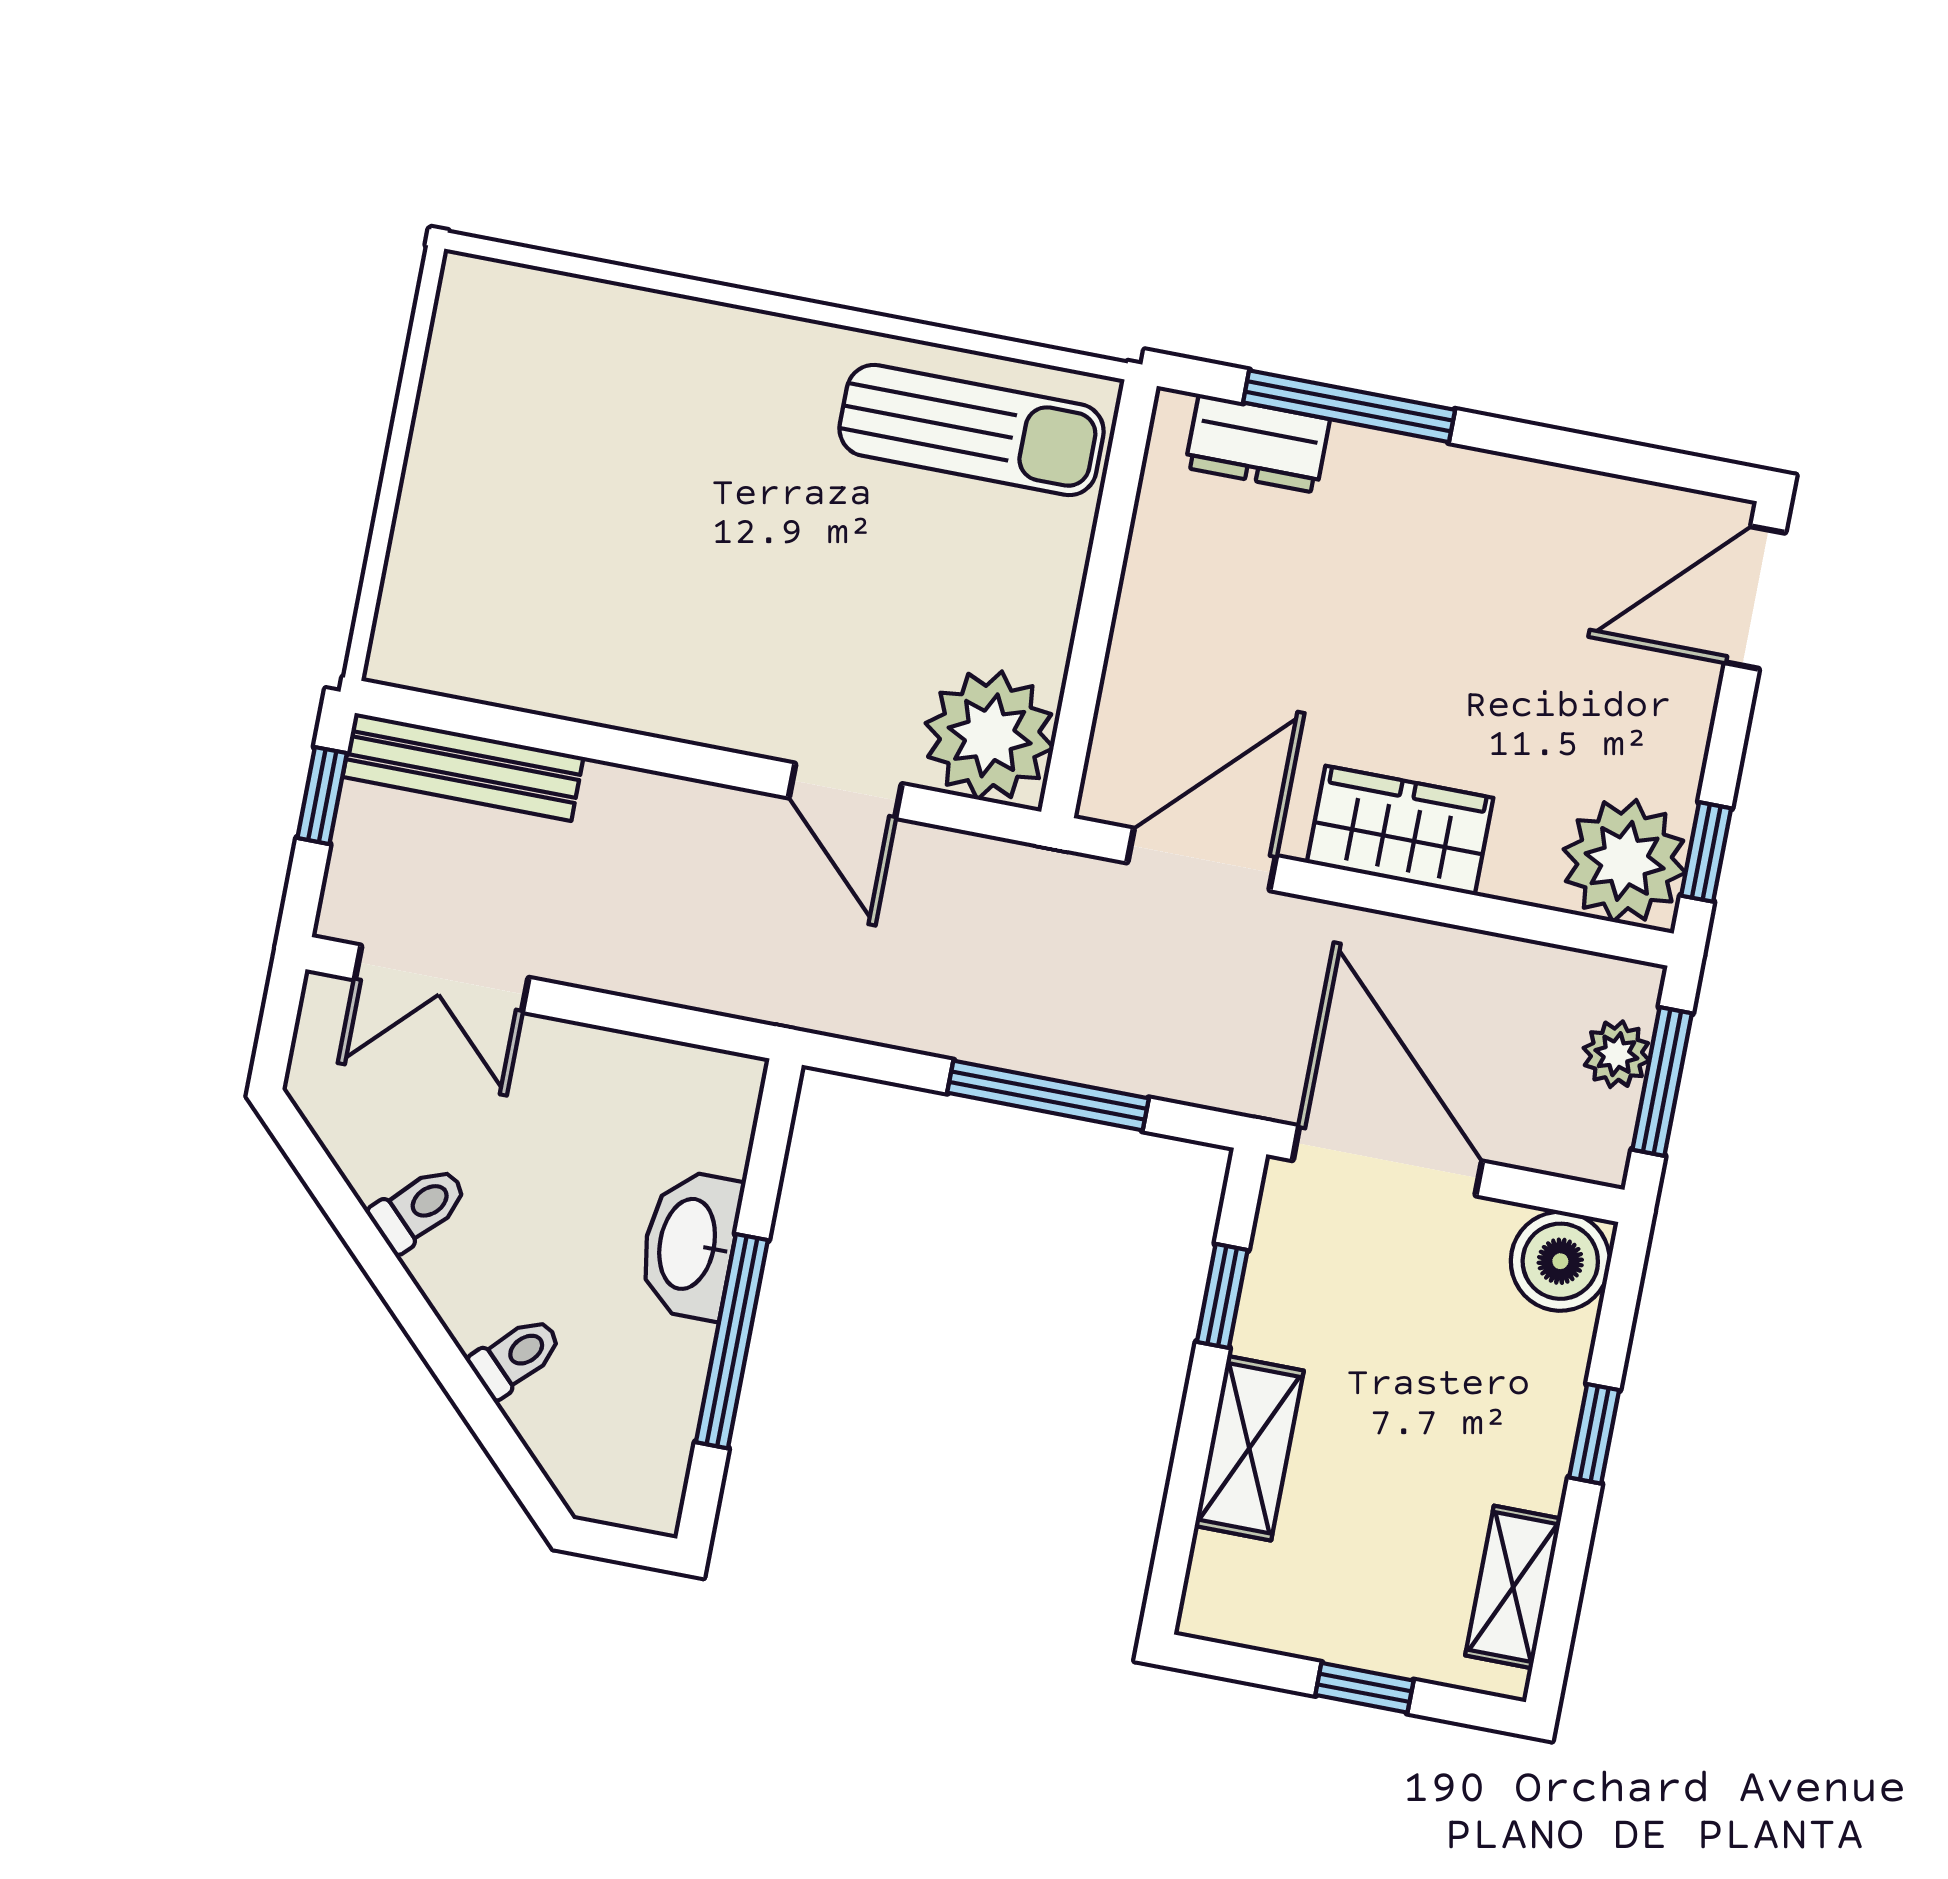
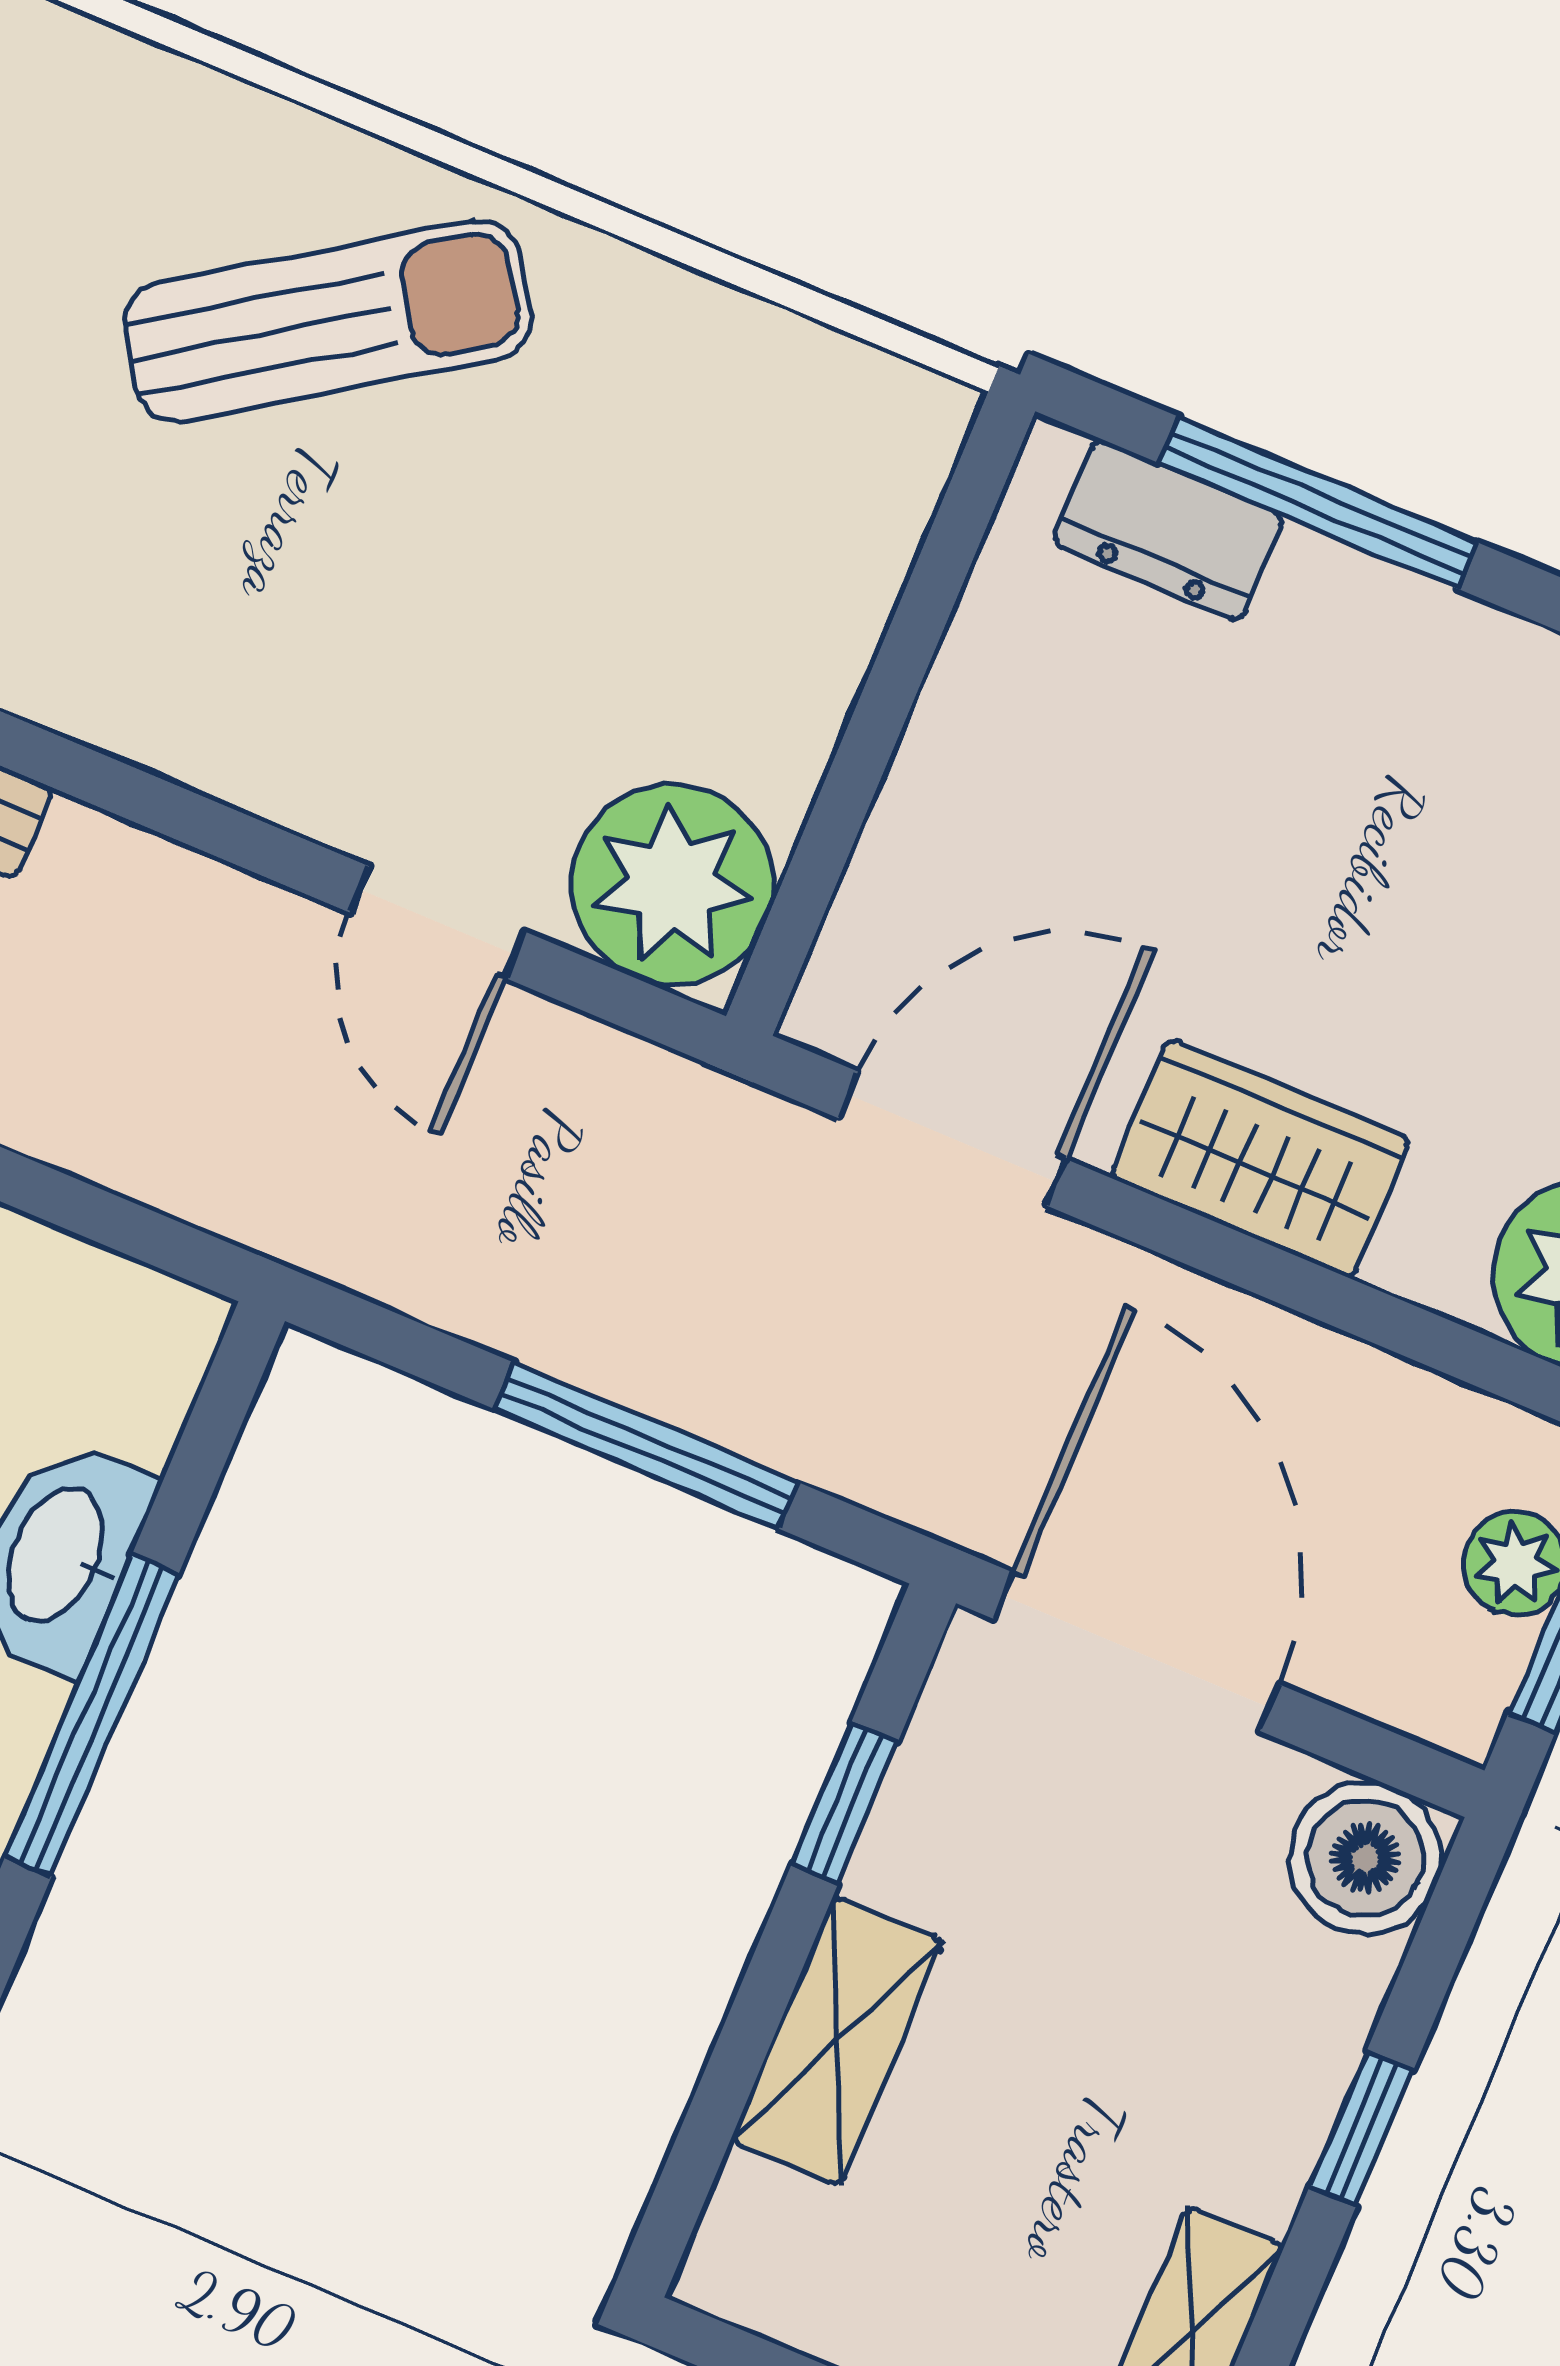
sun lounger: (972, 430) -> (328, 321), moved, turned -34

